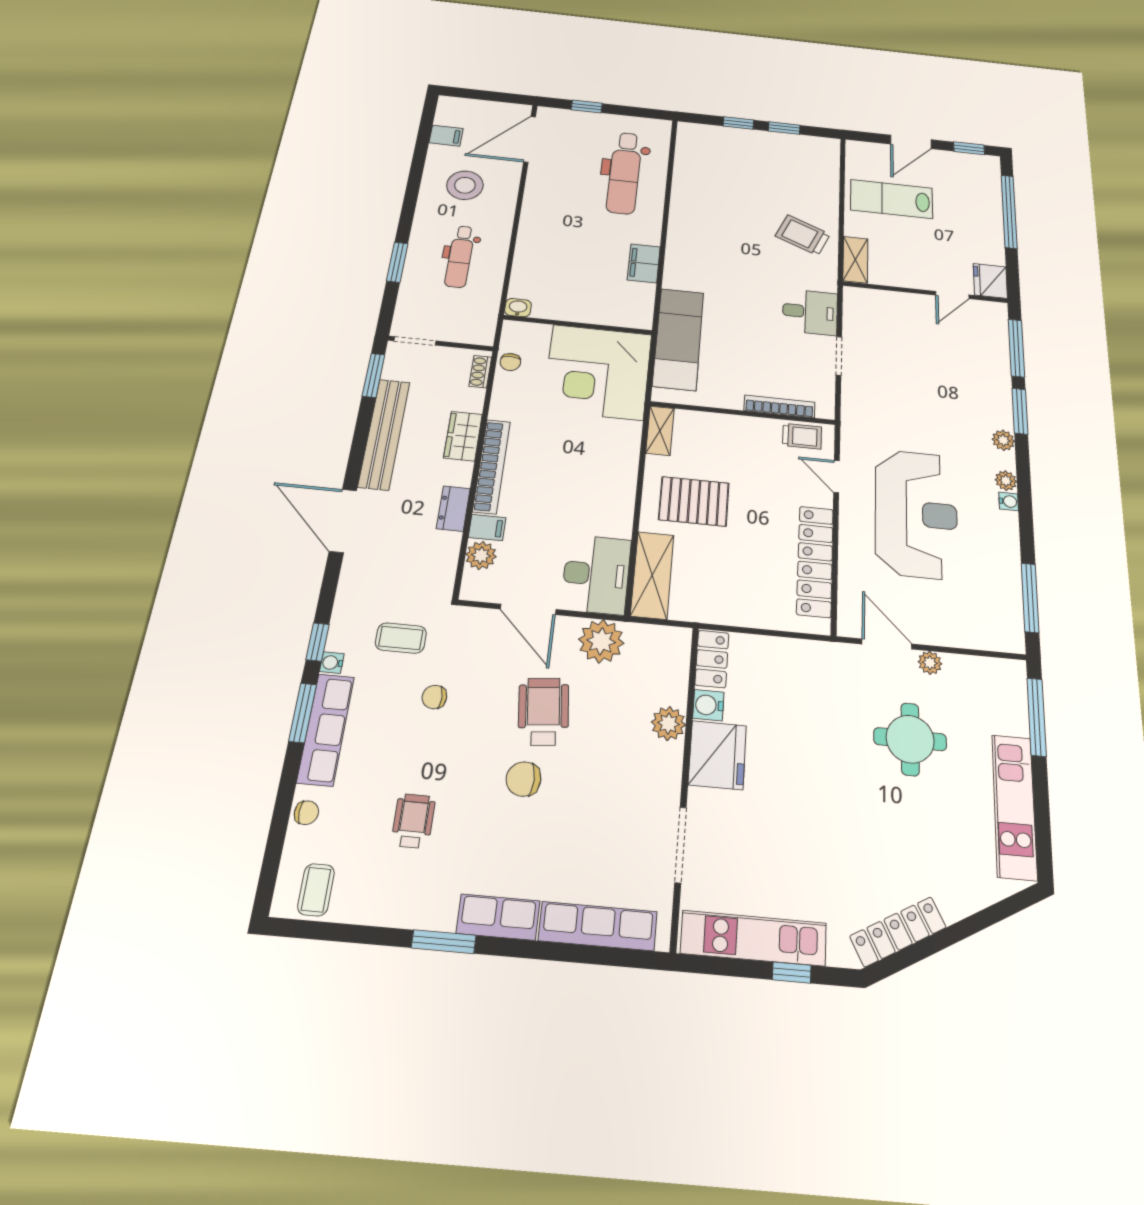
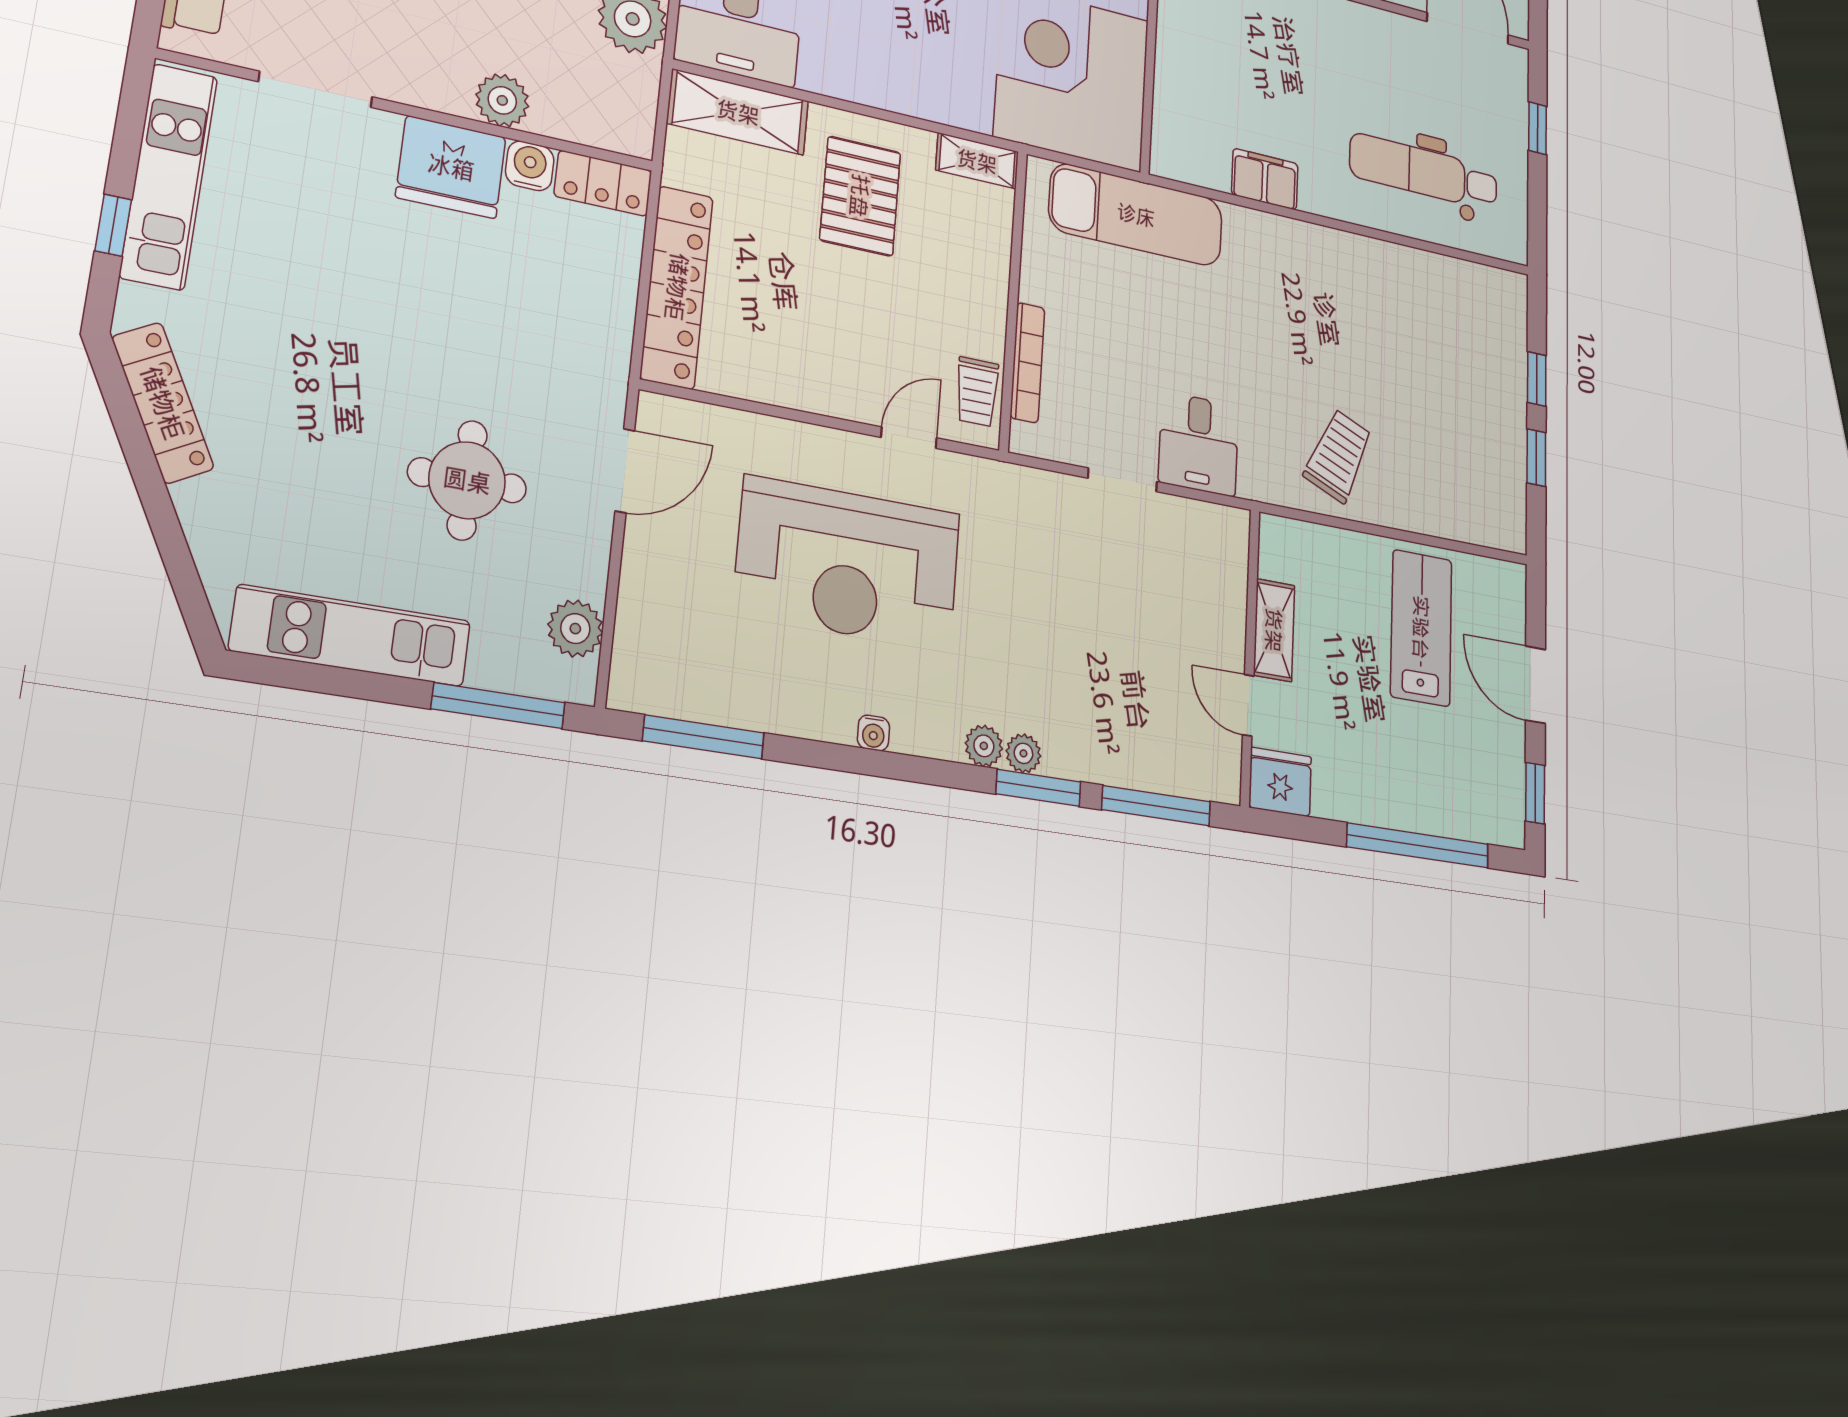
shelving: (855, 260) -> (1274, 630), moved, turned 90
plant: (1006, 481) -> (1023, 753), moved
locker: (815, 561) -> (677, 287), moved, turned 90
plant: (930, 663) -> (575, 629), moved, width x1.38, depth x1.38

